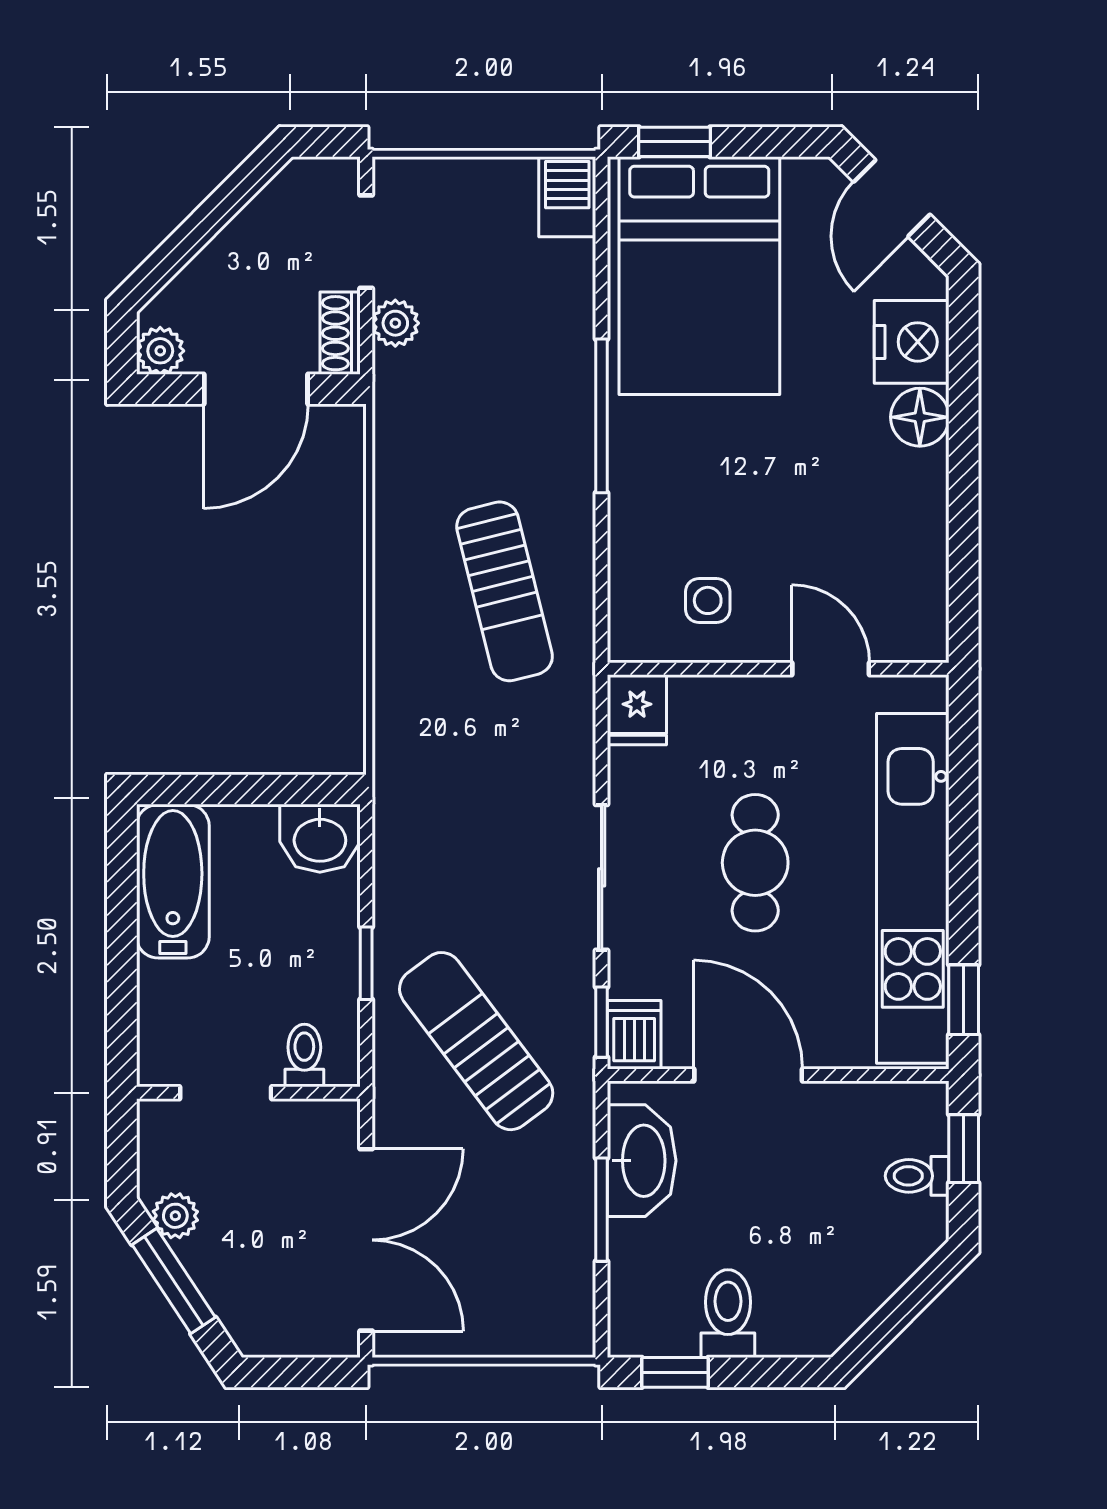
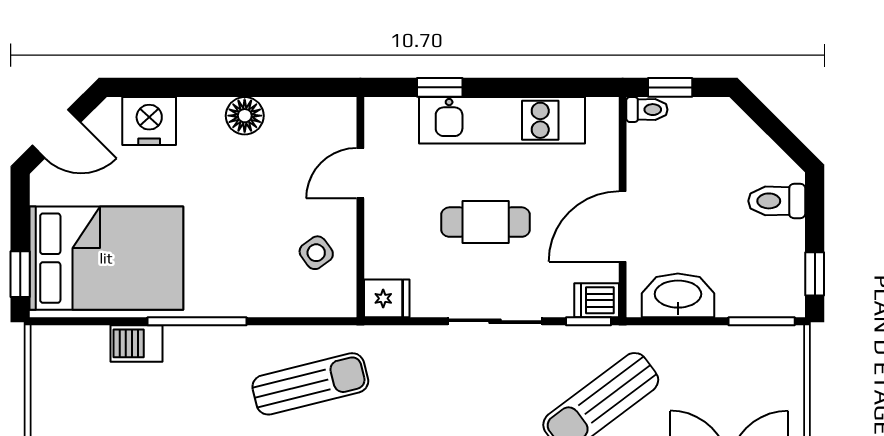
barbecue: (567, 197) -> (136, 343), moved
floor lamp: (920, 417) -> (245, 116), moved
side table: (708, 600) -> (316, 253), turned -36
kitchen unit: (913, 888) -> (502, 120), width x0.73
window: (964, 1000) -> (440, 87), moved
toilet: (917, 1176) -> (647, 110), moved, turned -90
window: (602, 1210) -> (762, 321), moved
toilet: (728, 1314) -> (777, 201), moved

